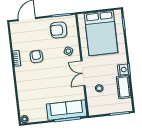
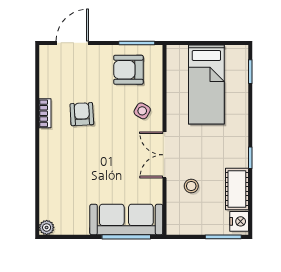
bed: (101, 33) -> (206, 84), width x0.67
nightstand: (123, 70) -> (239, 221), moved

